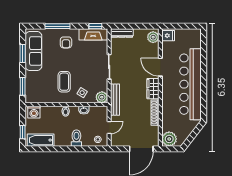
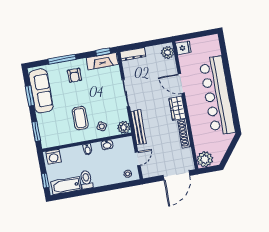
toilet: (76, 138) -> (86, 180), moved

